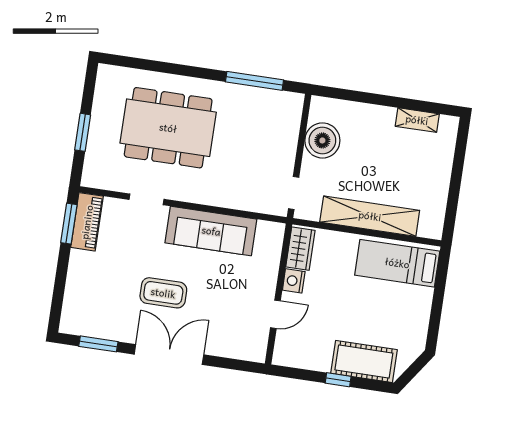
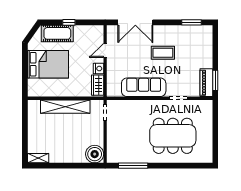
shelving: (417, 120) -> (38, 158), moved
window: (83, 132) -> (215, 127), removed
boiler: (322, 140) -> (95, 154), moved
bed: (397, 263) -> (48, 64), moved, width x1.50
double door: (169, 354) -> (135, 22), moved

